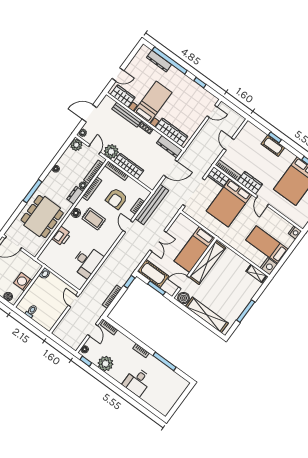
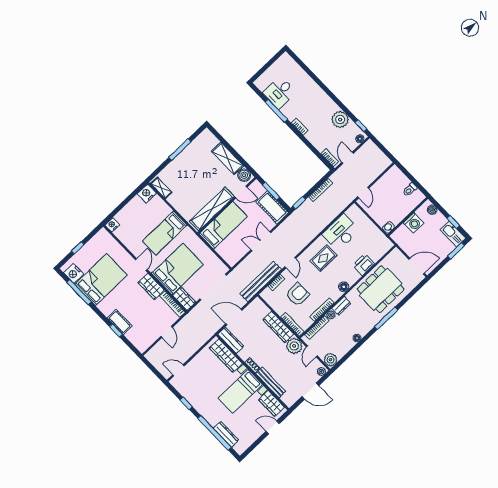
rug: (94, 219) -> (323, 258), moved, turned 90
bed: (267, 245) -> (165, 233), moved, turned 90
shelving: (207, 315) -> (228, 158), width x0.68
desk: (137, 382) -> (280, 92), moved, turned 180

